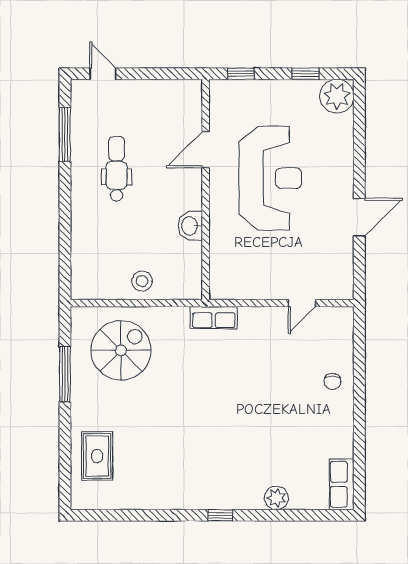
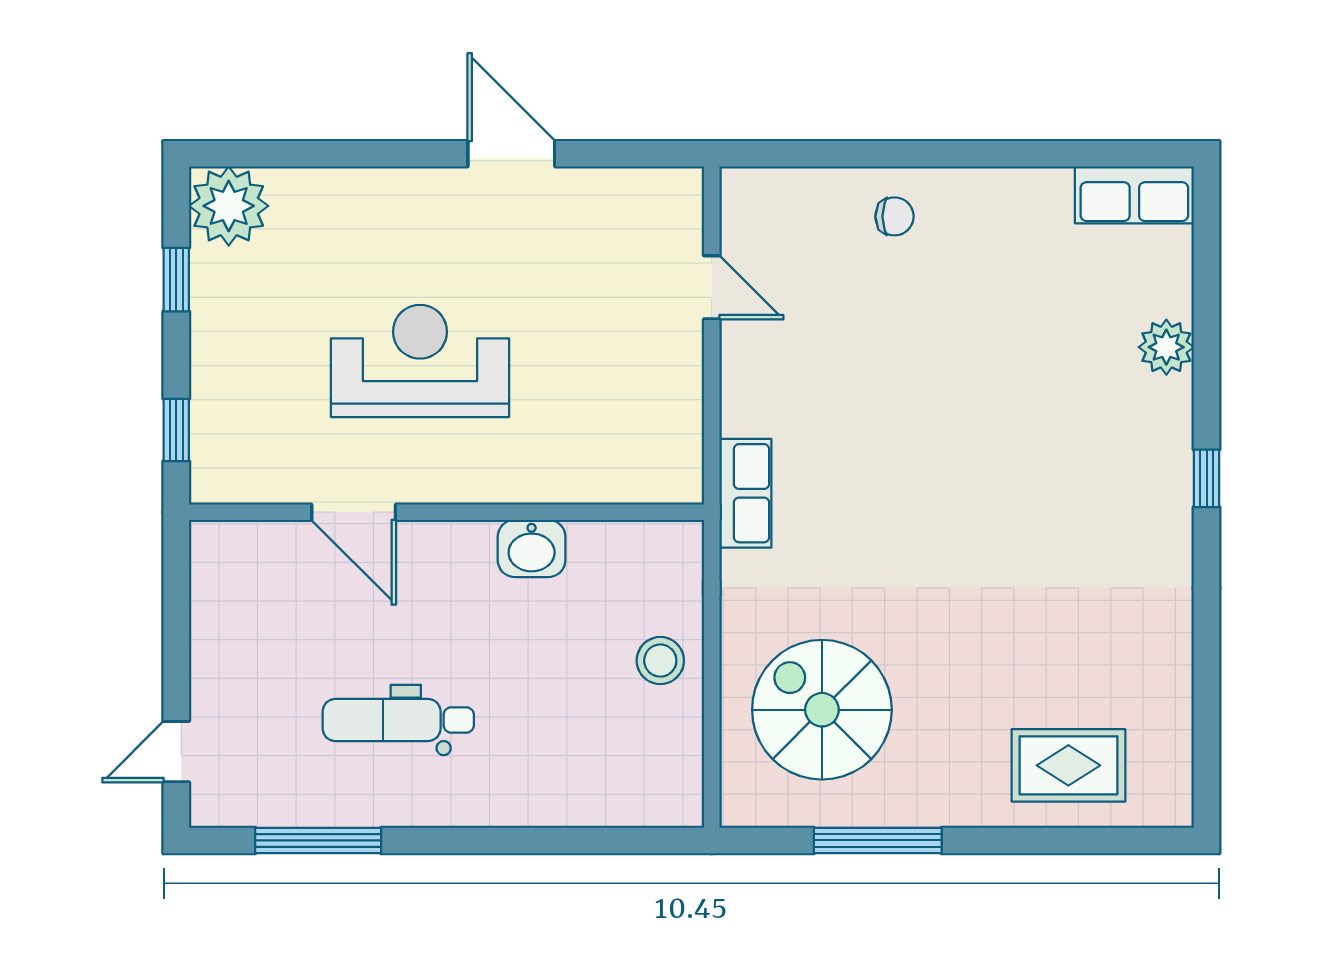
reception desk: (270, 178) -> (420, 361), width x0.74, depth x0.77

